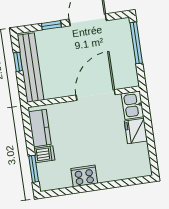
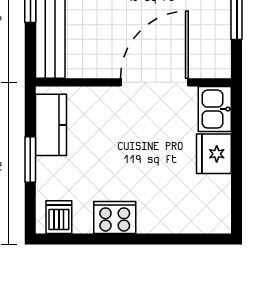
dishwasher: (44, 154) -> (59, 217), moved, turned -90
window: (34, 169) -> (30, 160), moved

